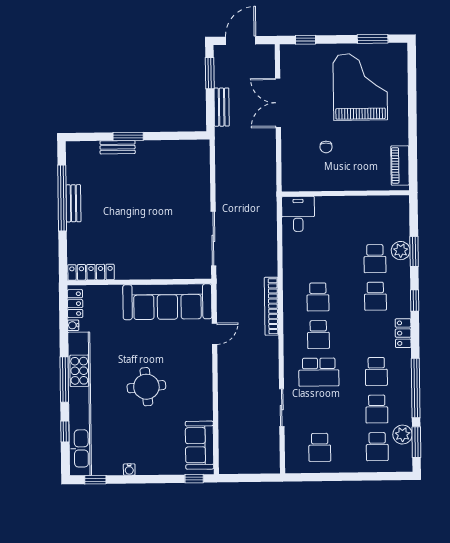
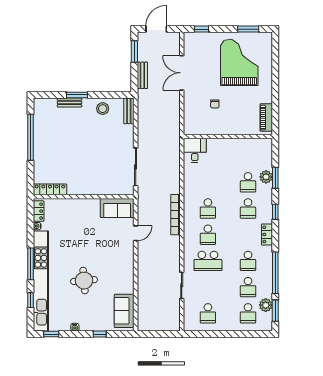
stool: (165, 156) -> (103, 109), added
bench: (73, 203) -> (129, 111), moved
sofa: (167, 302) -> (117, 208), width x0.54, depth x0.79
round table: (146, 387) -> (84, 281), moved
window: (194, 479) -> (100, 334), moved

